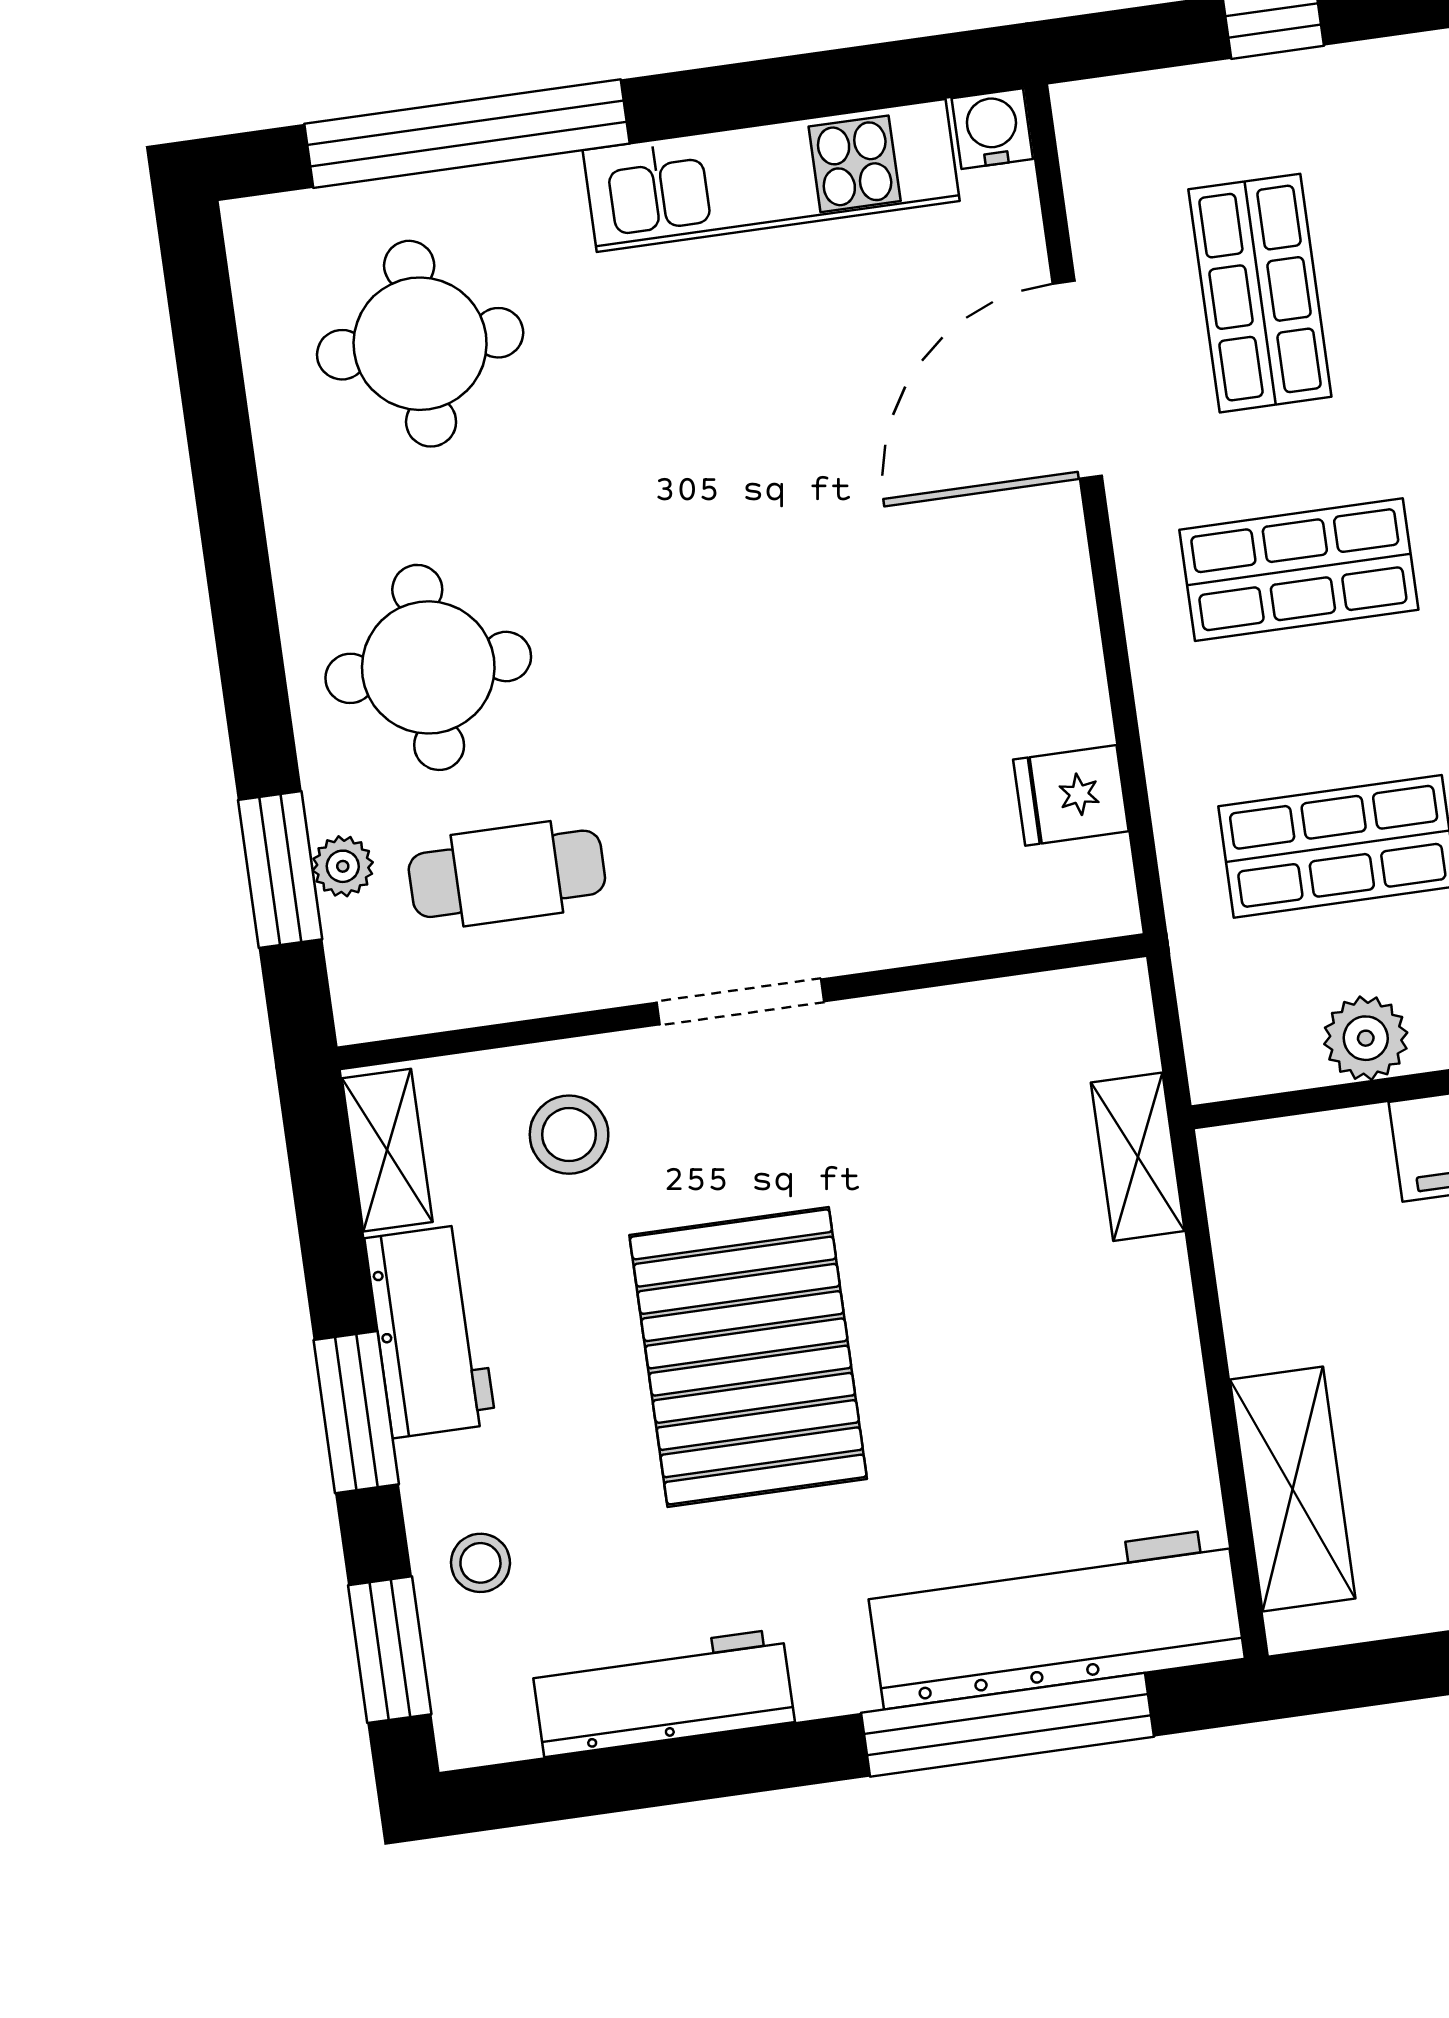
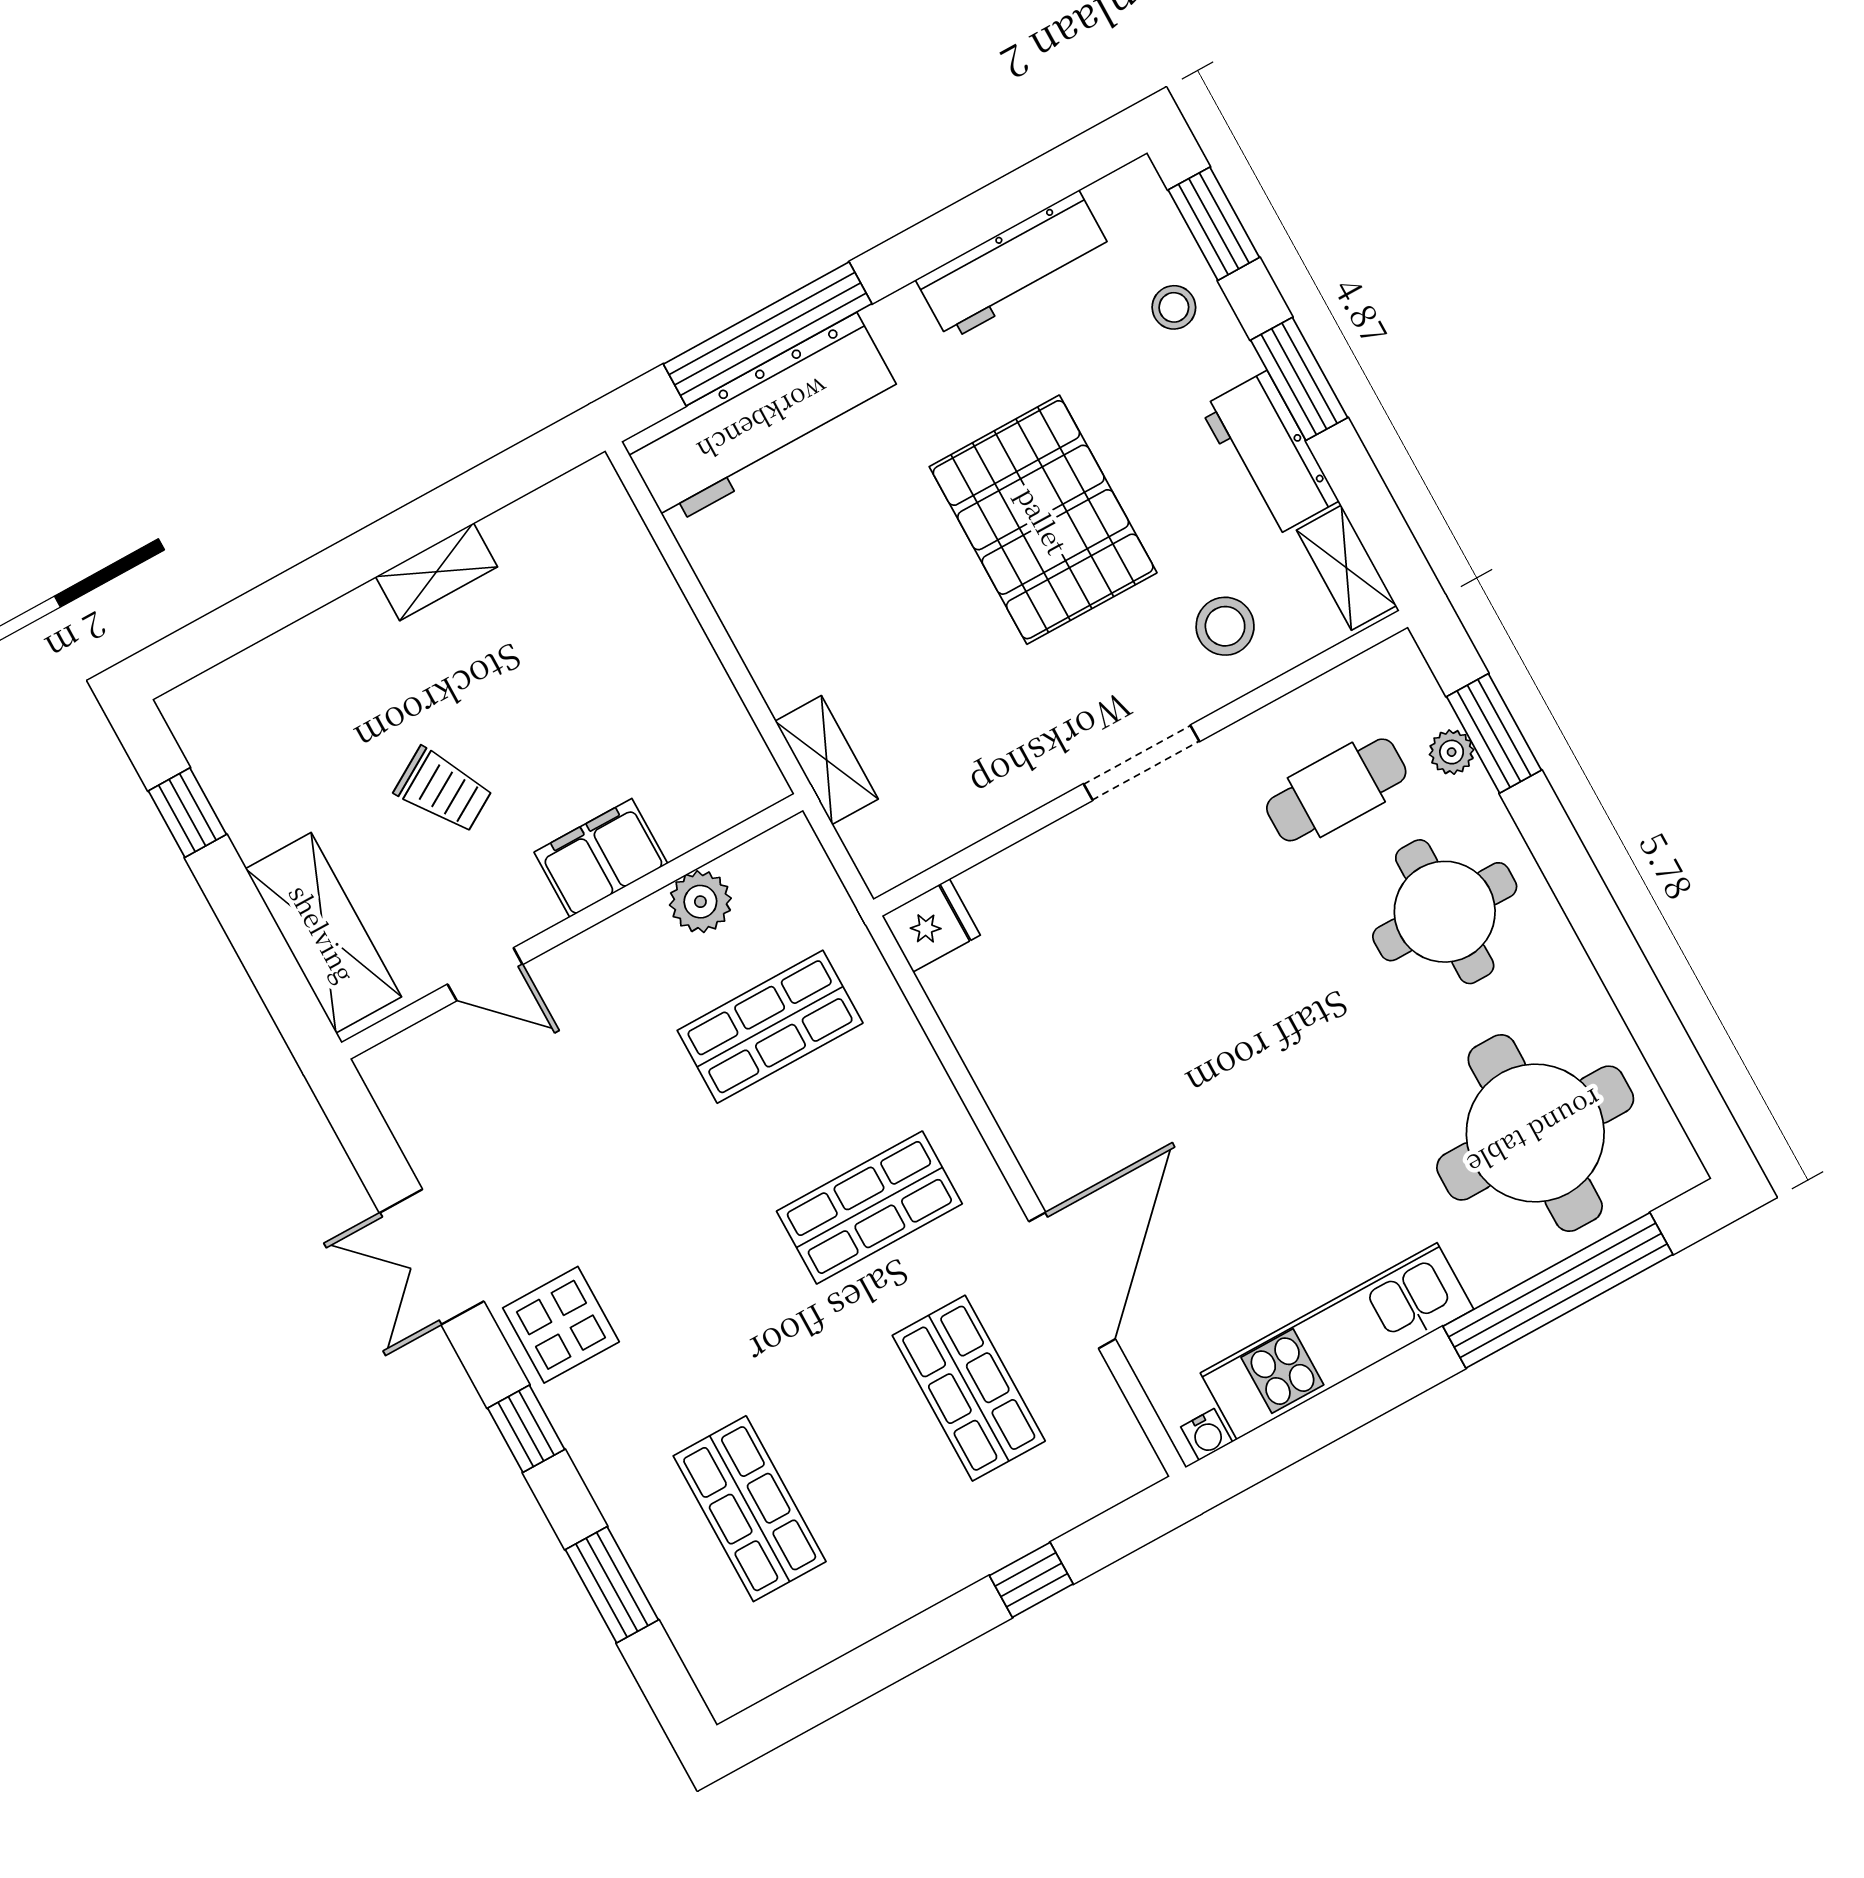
water cooler: (992, 129) -> (1207, 1434), width x0.72, depth x0.72
round table: (420, 344) -> (1535, 1133), width x1.36, depth x1.36
fridge: (1071, 795) -> (931, 925), moved
shelving: (1293, 1489) -> (633, 571), removed

